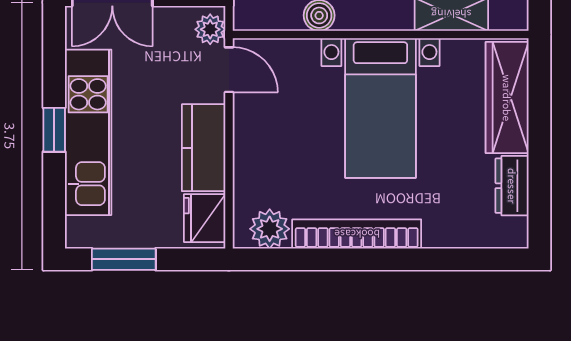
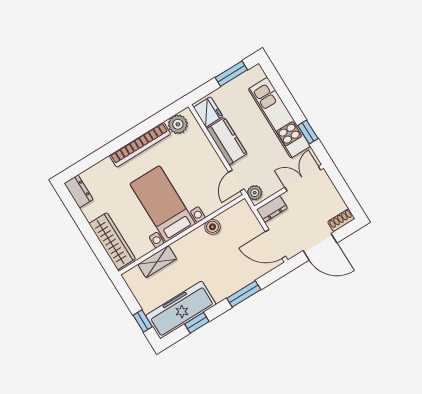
door: (229, 70) -> (236, 181), hinge flipped
window: (54, 130) -> (308, 132), moved
dresser: (512, 186) -> (79, 191), moved

